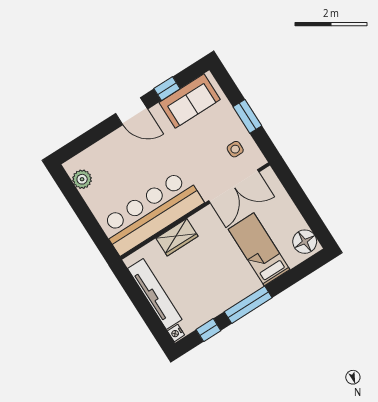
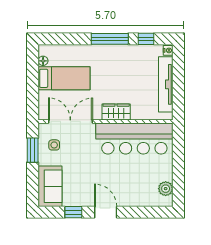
sofa: (190, 101) -> (50, 186), moved, turned 90
window: (247, 116) -> (33, 150), moved
wardrobe: (177, 237) -> (116, 112), moved
floor lamp: (305, 242) -> (43, 61), width x0.53, depth x0.53
bed: (259, 249) -> (64, 78), moved, turned -90

